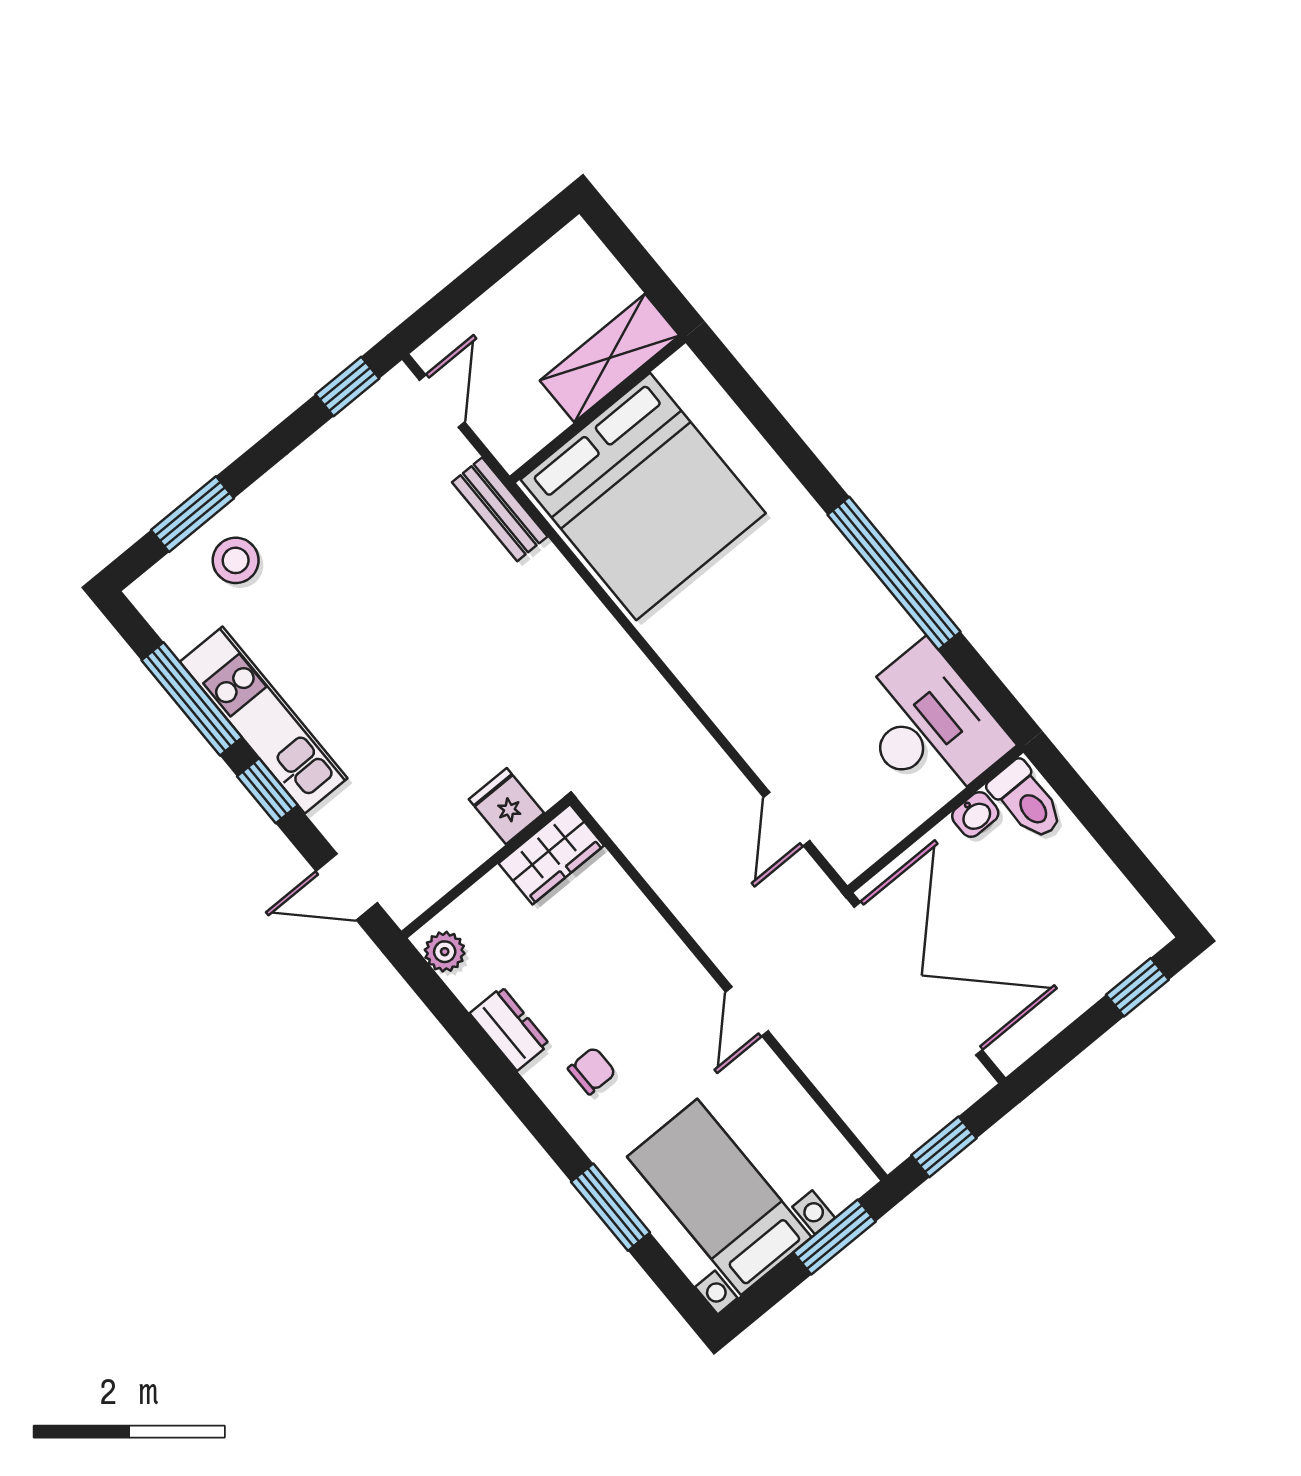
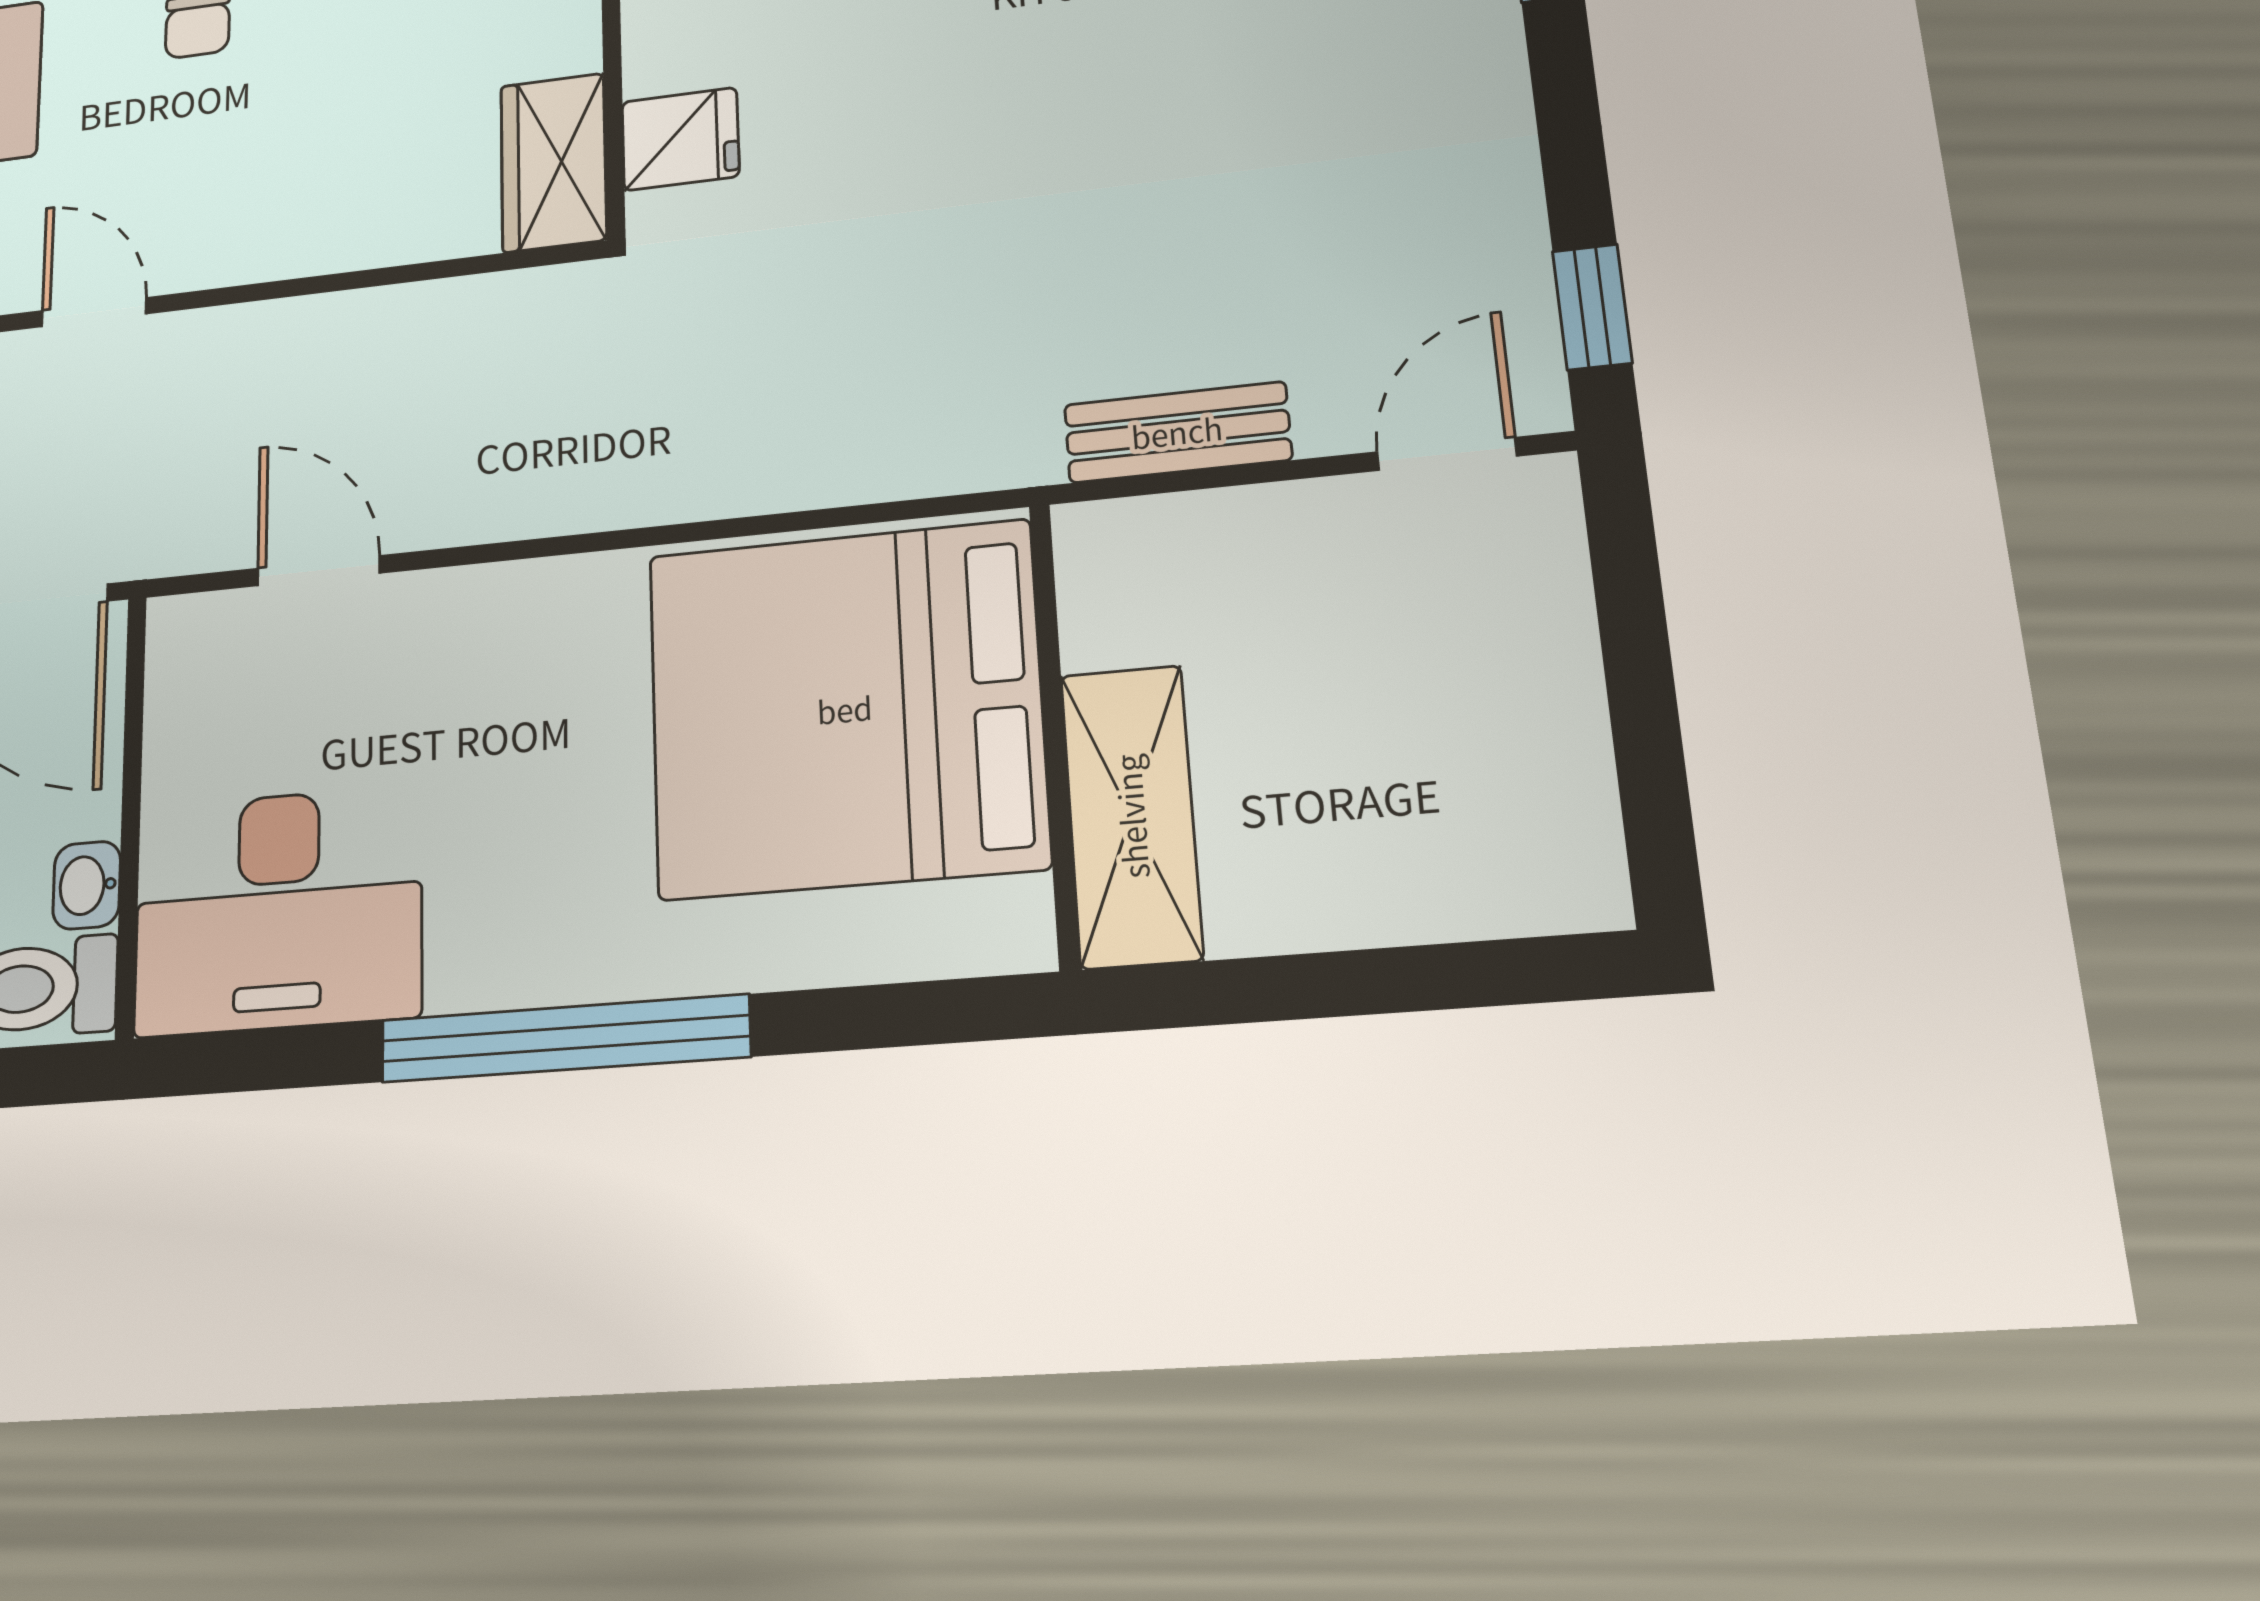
shelving: (610, 358) -> (1131, 816), moved
door: (442, 401) -> (1447, 454), swing flipped
wall: (598, 409) -> (1054, 733), moved
bed: (643, 496) -> (845, 709), moved

